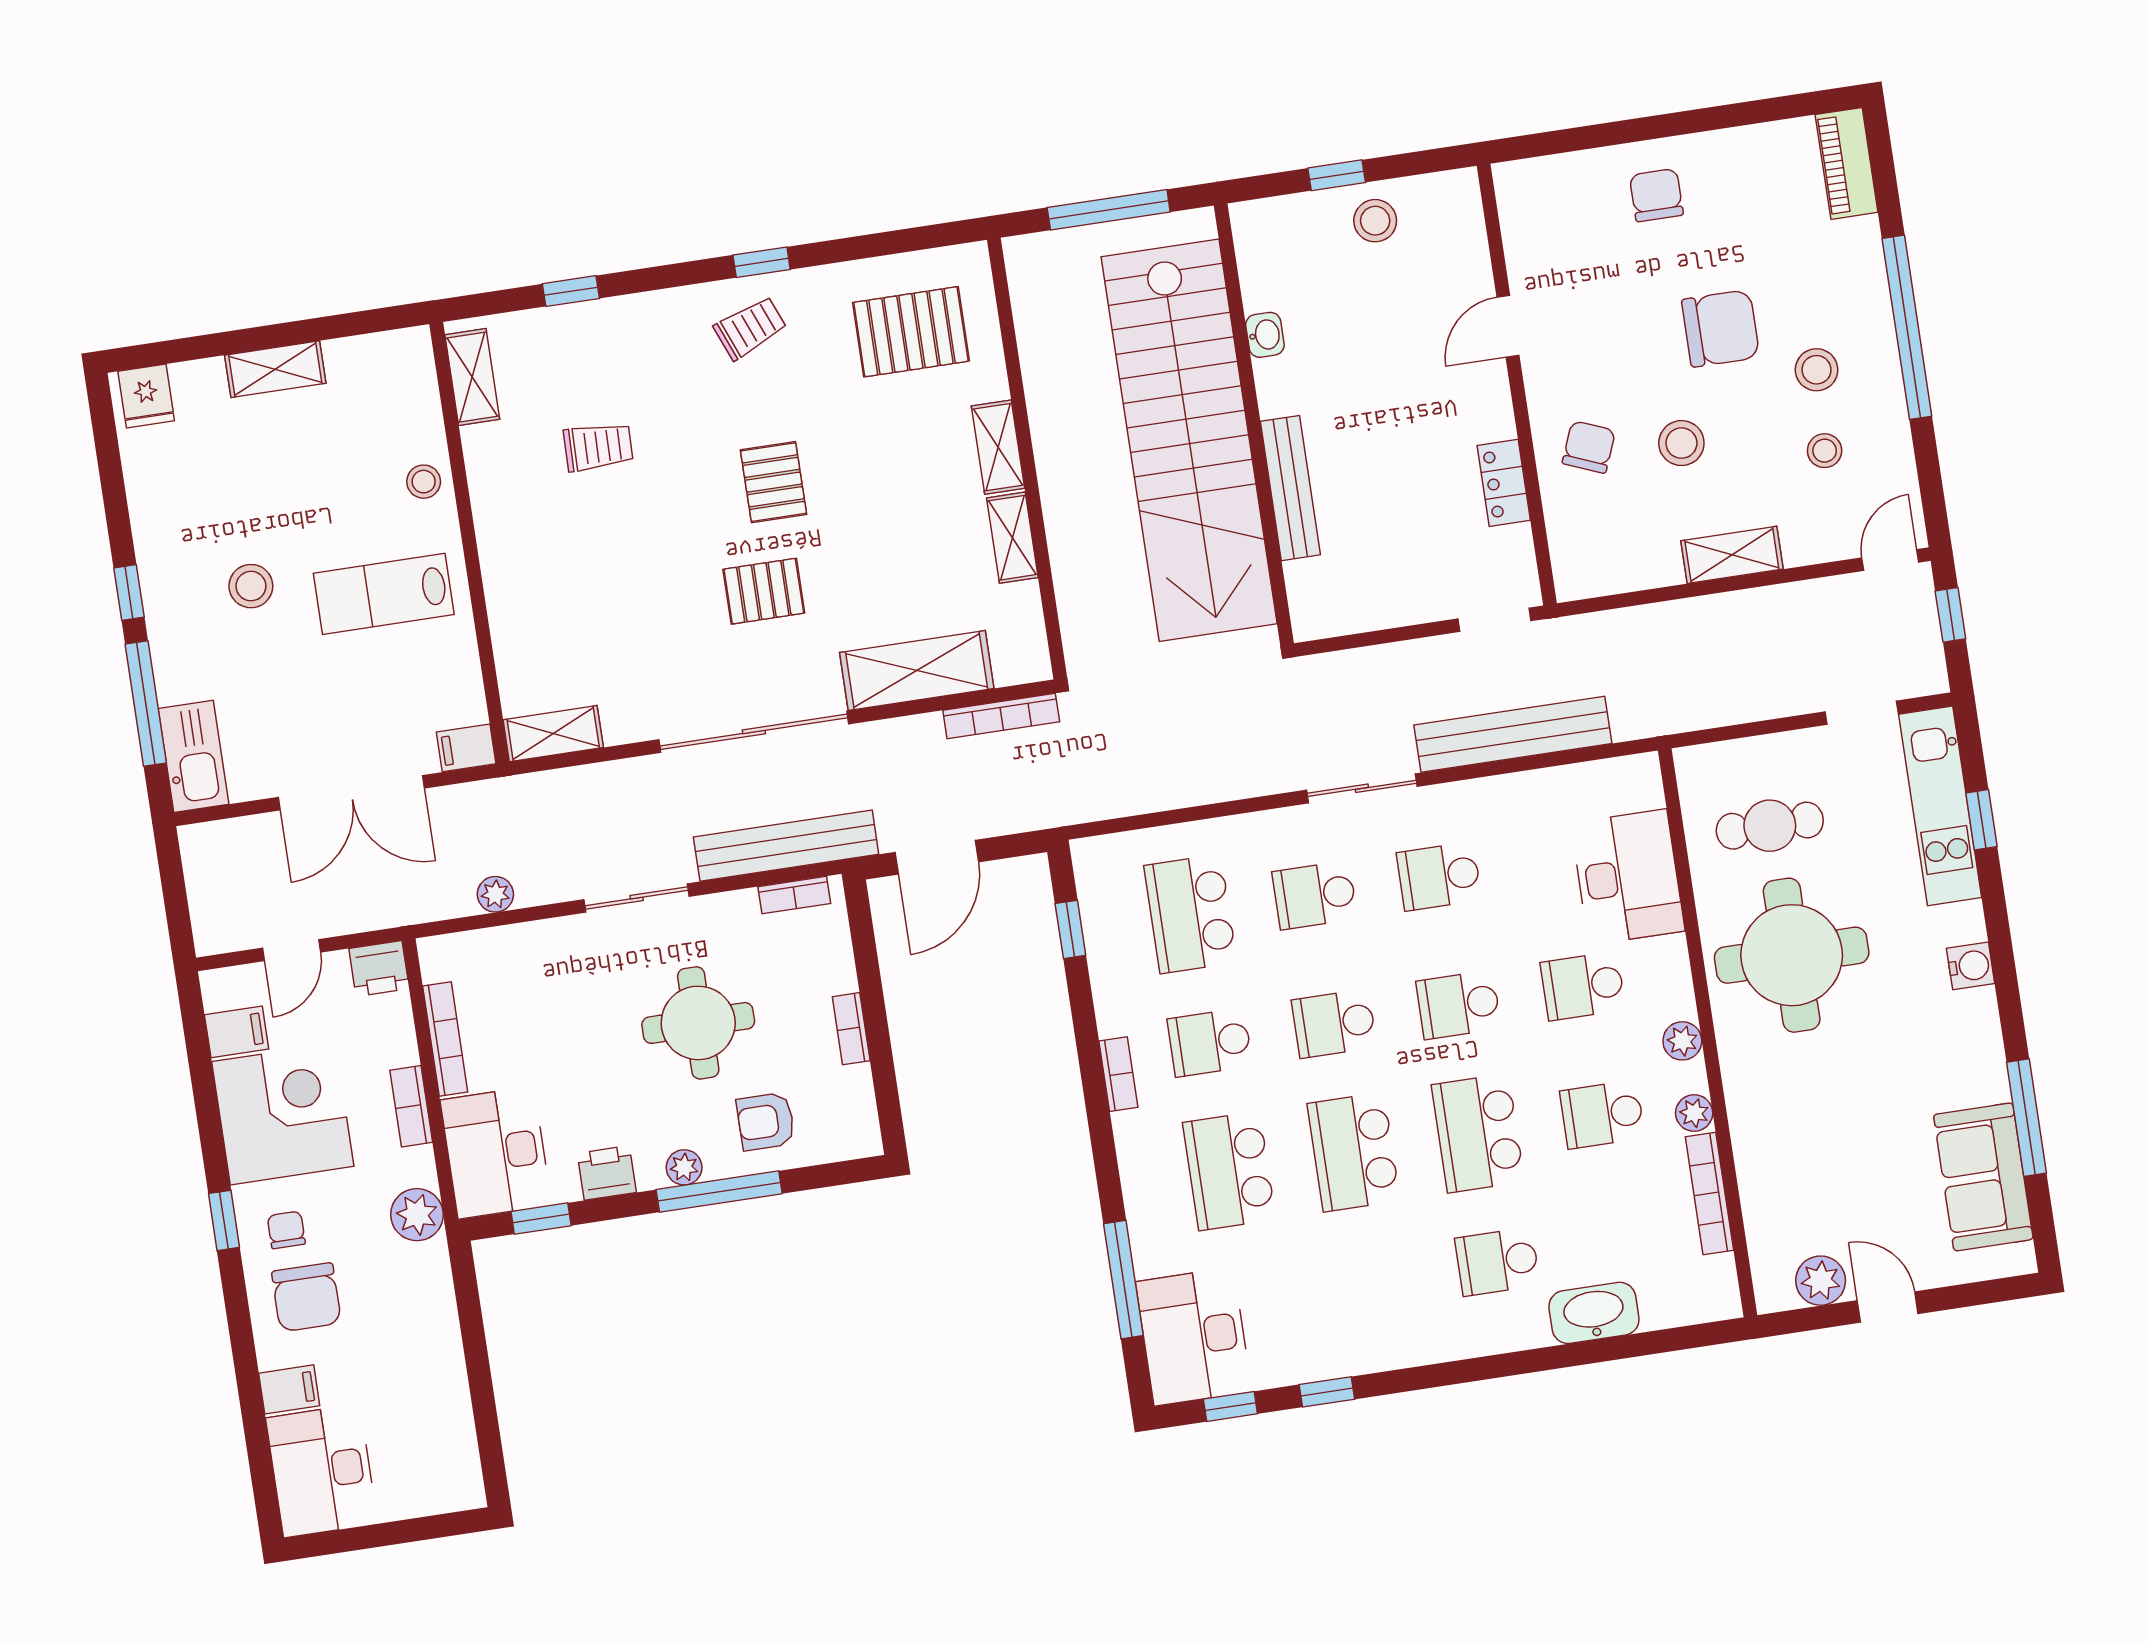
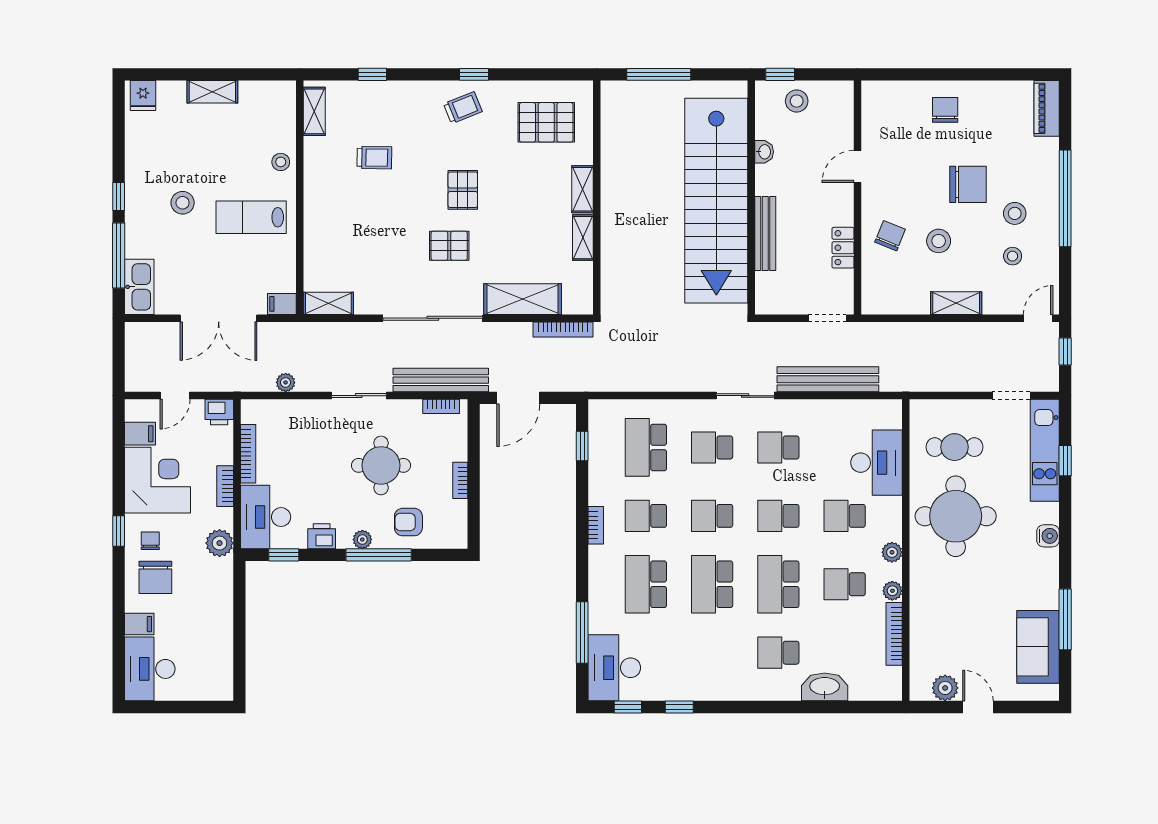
washbasin: (1265, 335) -> (764, 152), moved
wall: (1254, 424) -> (751, 198), moved
stairs: (1189, 440) -> (716, 201), moved
bench: (1290, 488) -> (765, 234), moved

